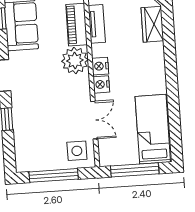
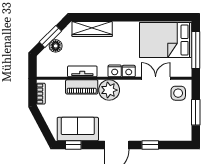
wardrobe: (152, 24) -> (92, 29), width x1.50
bed: (153, 129) -> (166, 40), width x1.50
window: (54, 175) -> (196, 112), width x0.69

